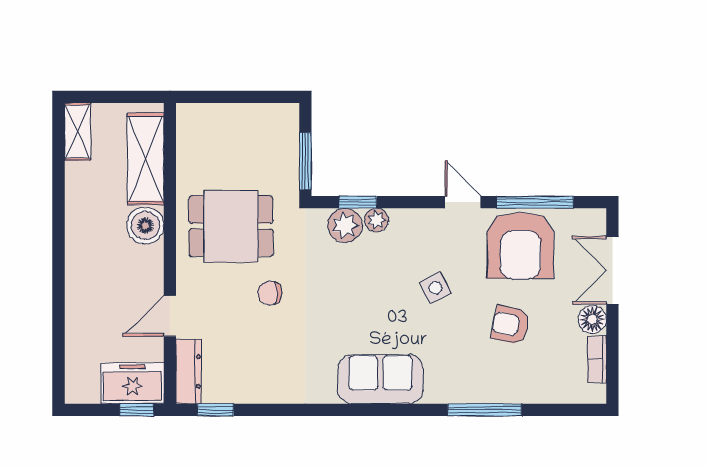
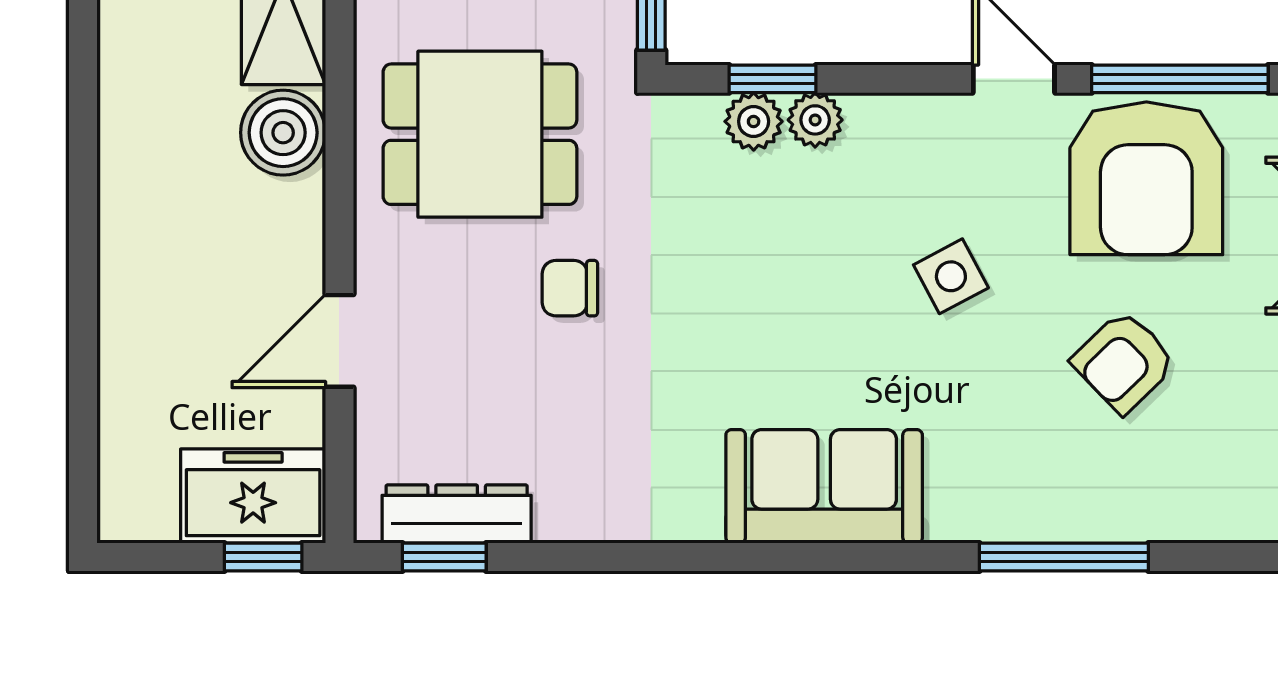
plant: (345, 225) -> (754, 121), width x0.73, depth x0.73
armchair: (511, 325) -> (1124, 362), turned -56
dresser: (189, 371) -> (457, 514), moved, turned -90

